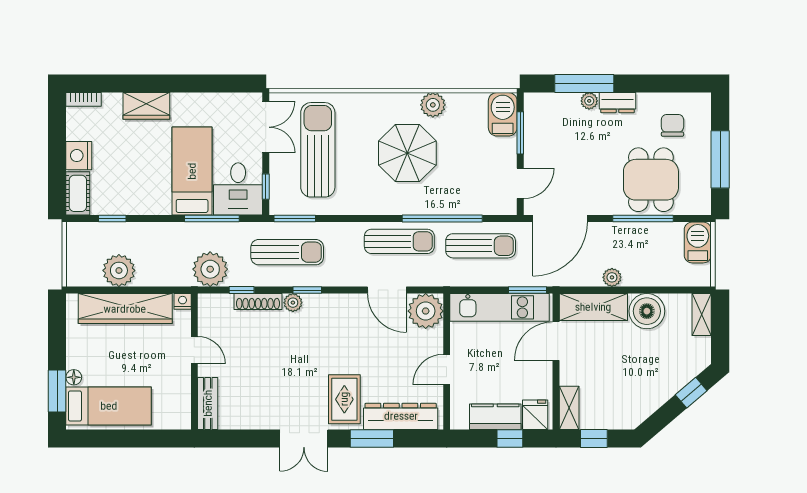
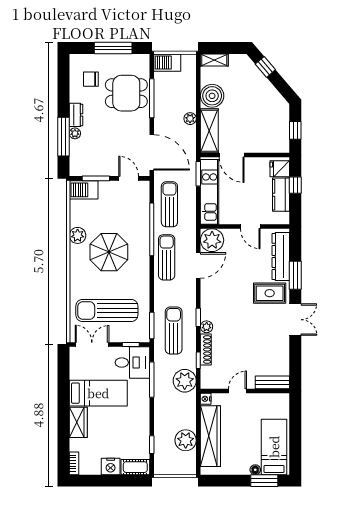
bed: (192, 171) -> (98, 393), moved, turned 180
shelving: (569, 408) -> (275, 146), removed

